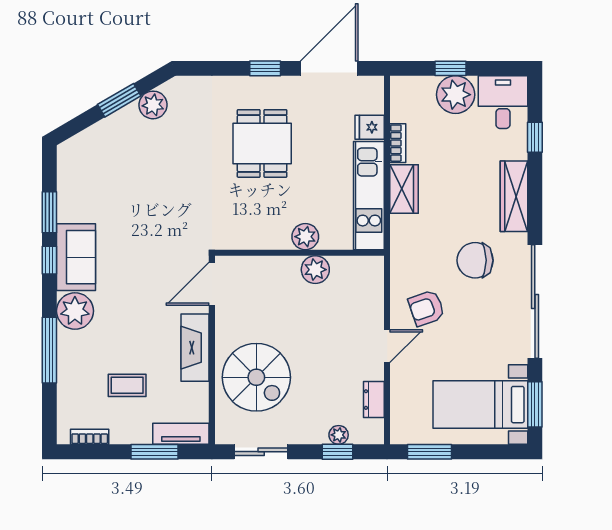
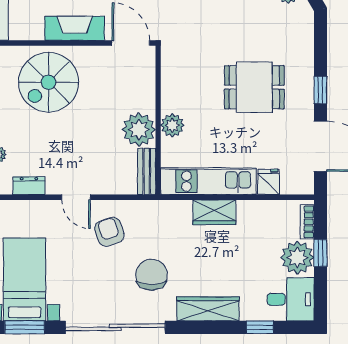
bookcase: (398, 143) -> (307, 222), moved, turned 90
bench: (358, 266) -> (147, 171), added
plant: (315, 270) -> (139, 130), width x1.36, depth x1.36

